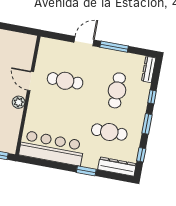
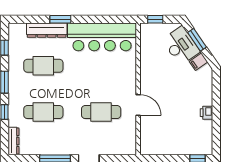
cafe table: (117, 90) -> (43, 112), turned 90
plant: (19, 102) -> (147, 80), removed
dresser: (117, 167) -> (47, 30), moved

